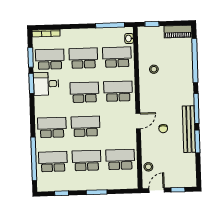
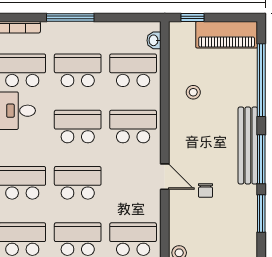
window: (110, 25) -> (70, 17), moved
piano: (178, 32) -> (227, 35), width x1.37, depth x1.33
door: (138, 121) -> (165, 177), hinge flipped
bench: (189, 129) -> (248, 146), moved

